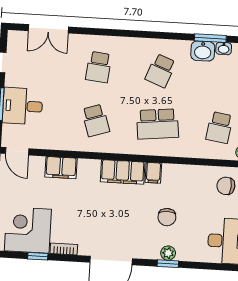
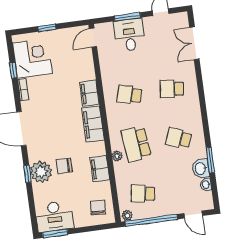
window: (210, 38) -> (210, 160), moved
school desk: (96, 120) -> (129, 95), turned 33
plant: (167, 150) -> (117, 156), added
filing cabinet: (61, 168) -> (89, 93), moved
filing cabinet: (153, 173) -> (100, 169), moved, width x2.00
plant: (168, 253) -> (41, 172), width x1.88, depth x1.88

